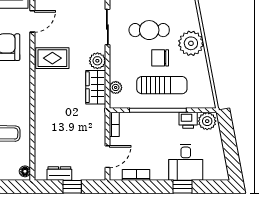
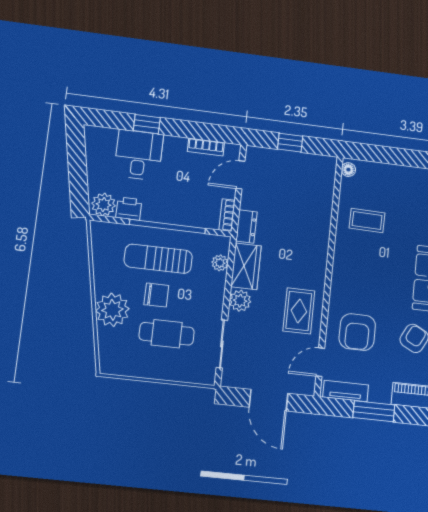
rug: (52, 58) -> (299, 311), turned 90
dresser: (59, 173) -> (246, 226), moved, turned -90

